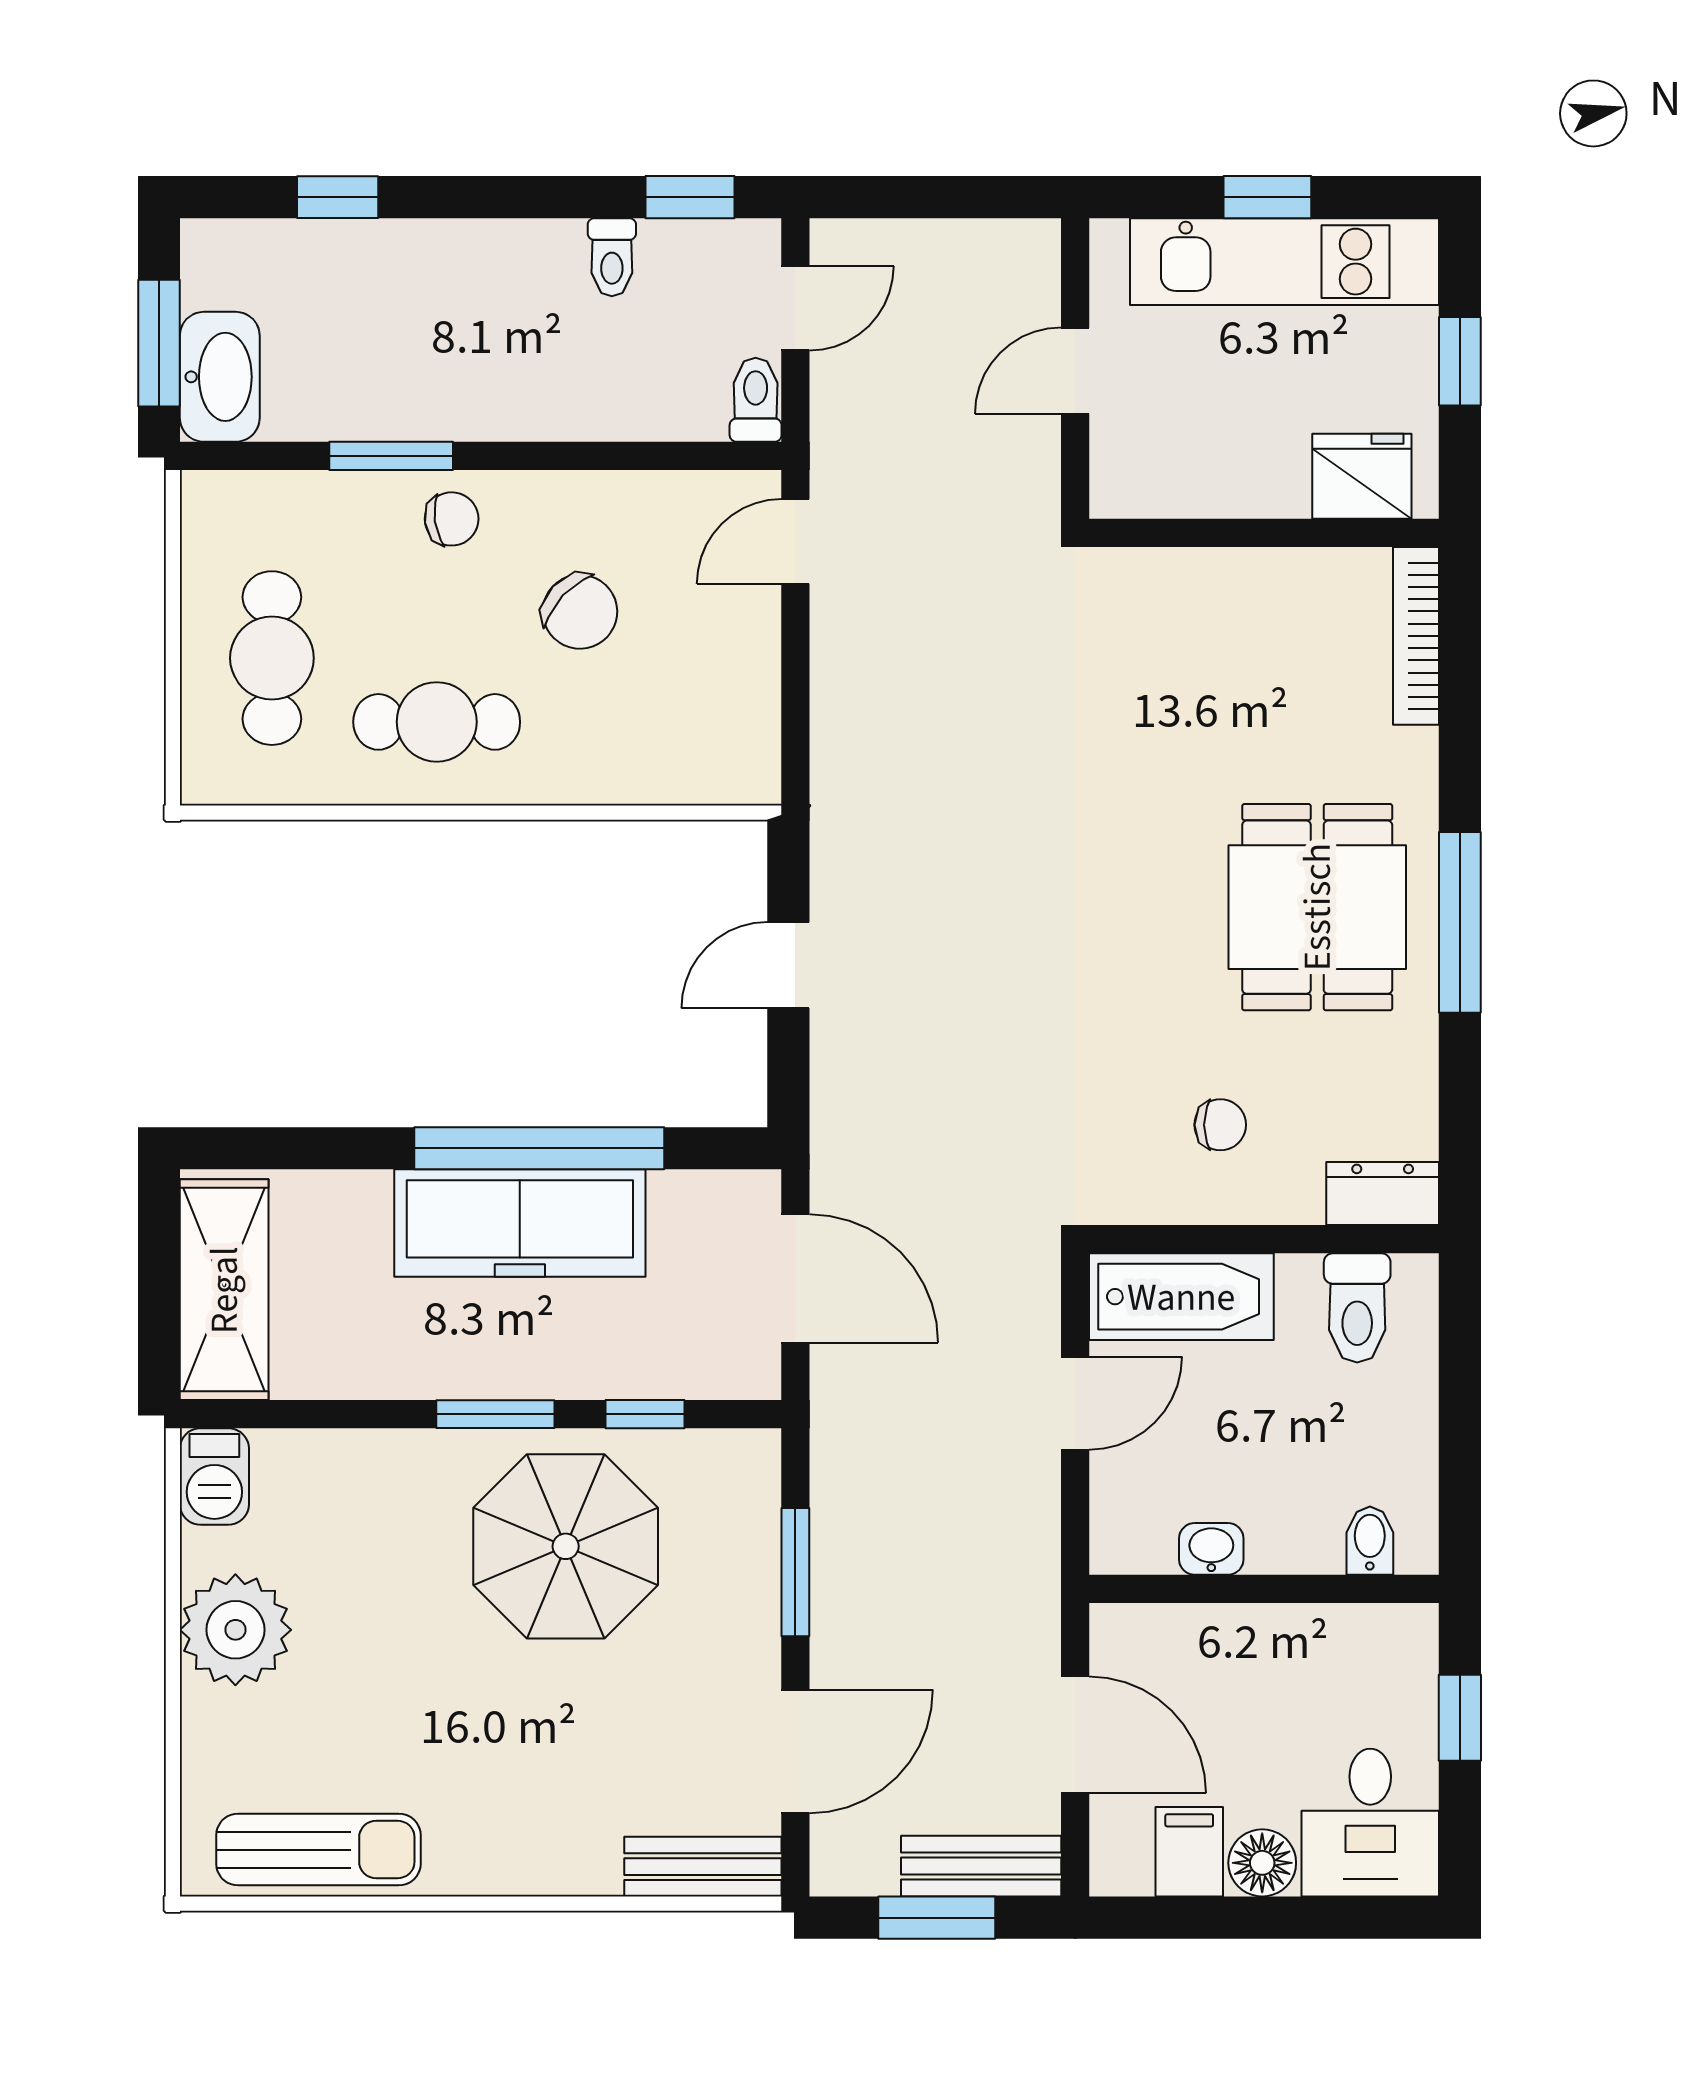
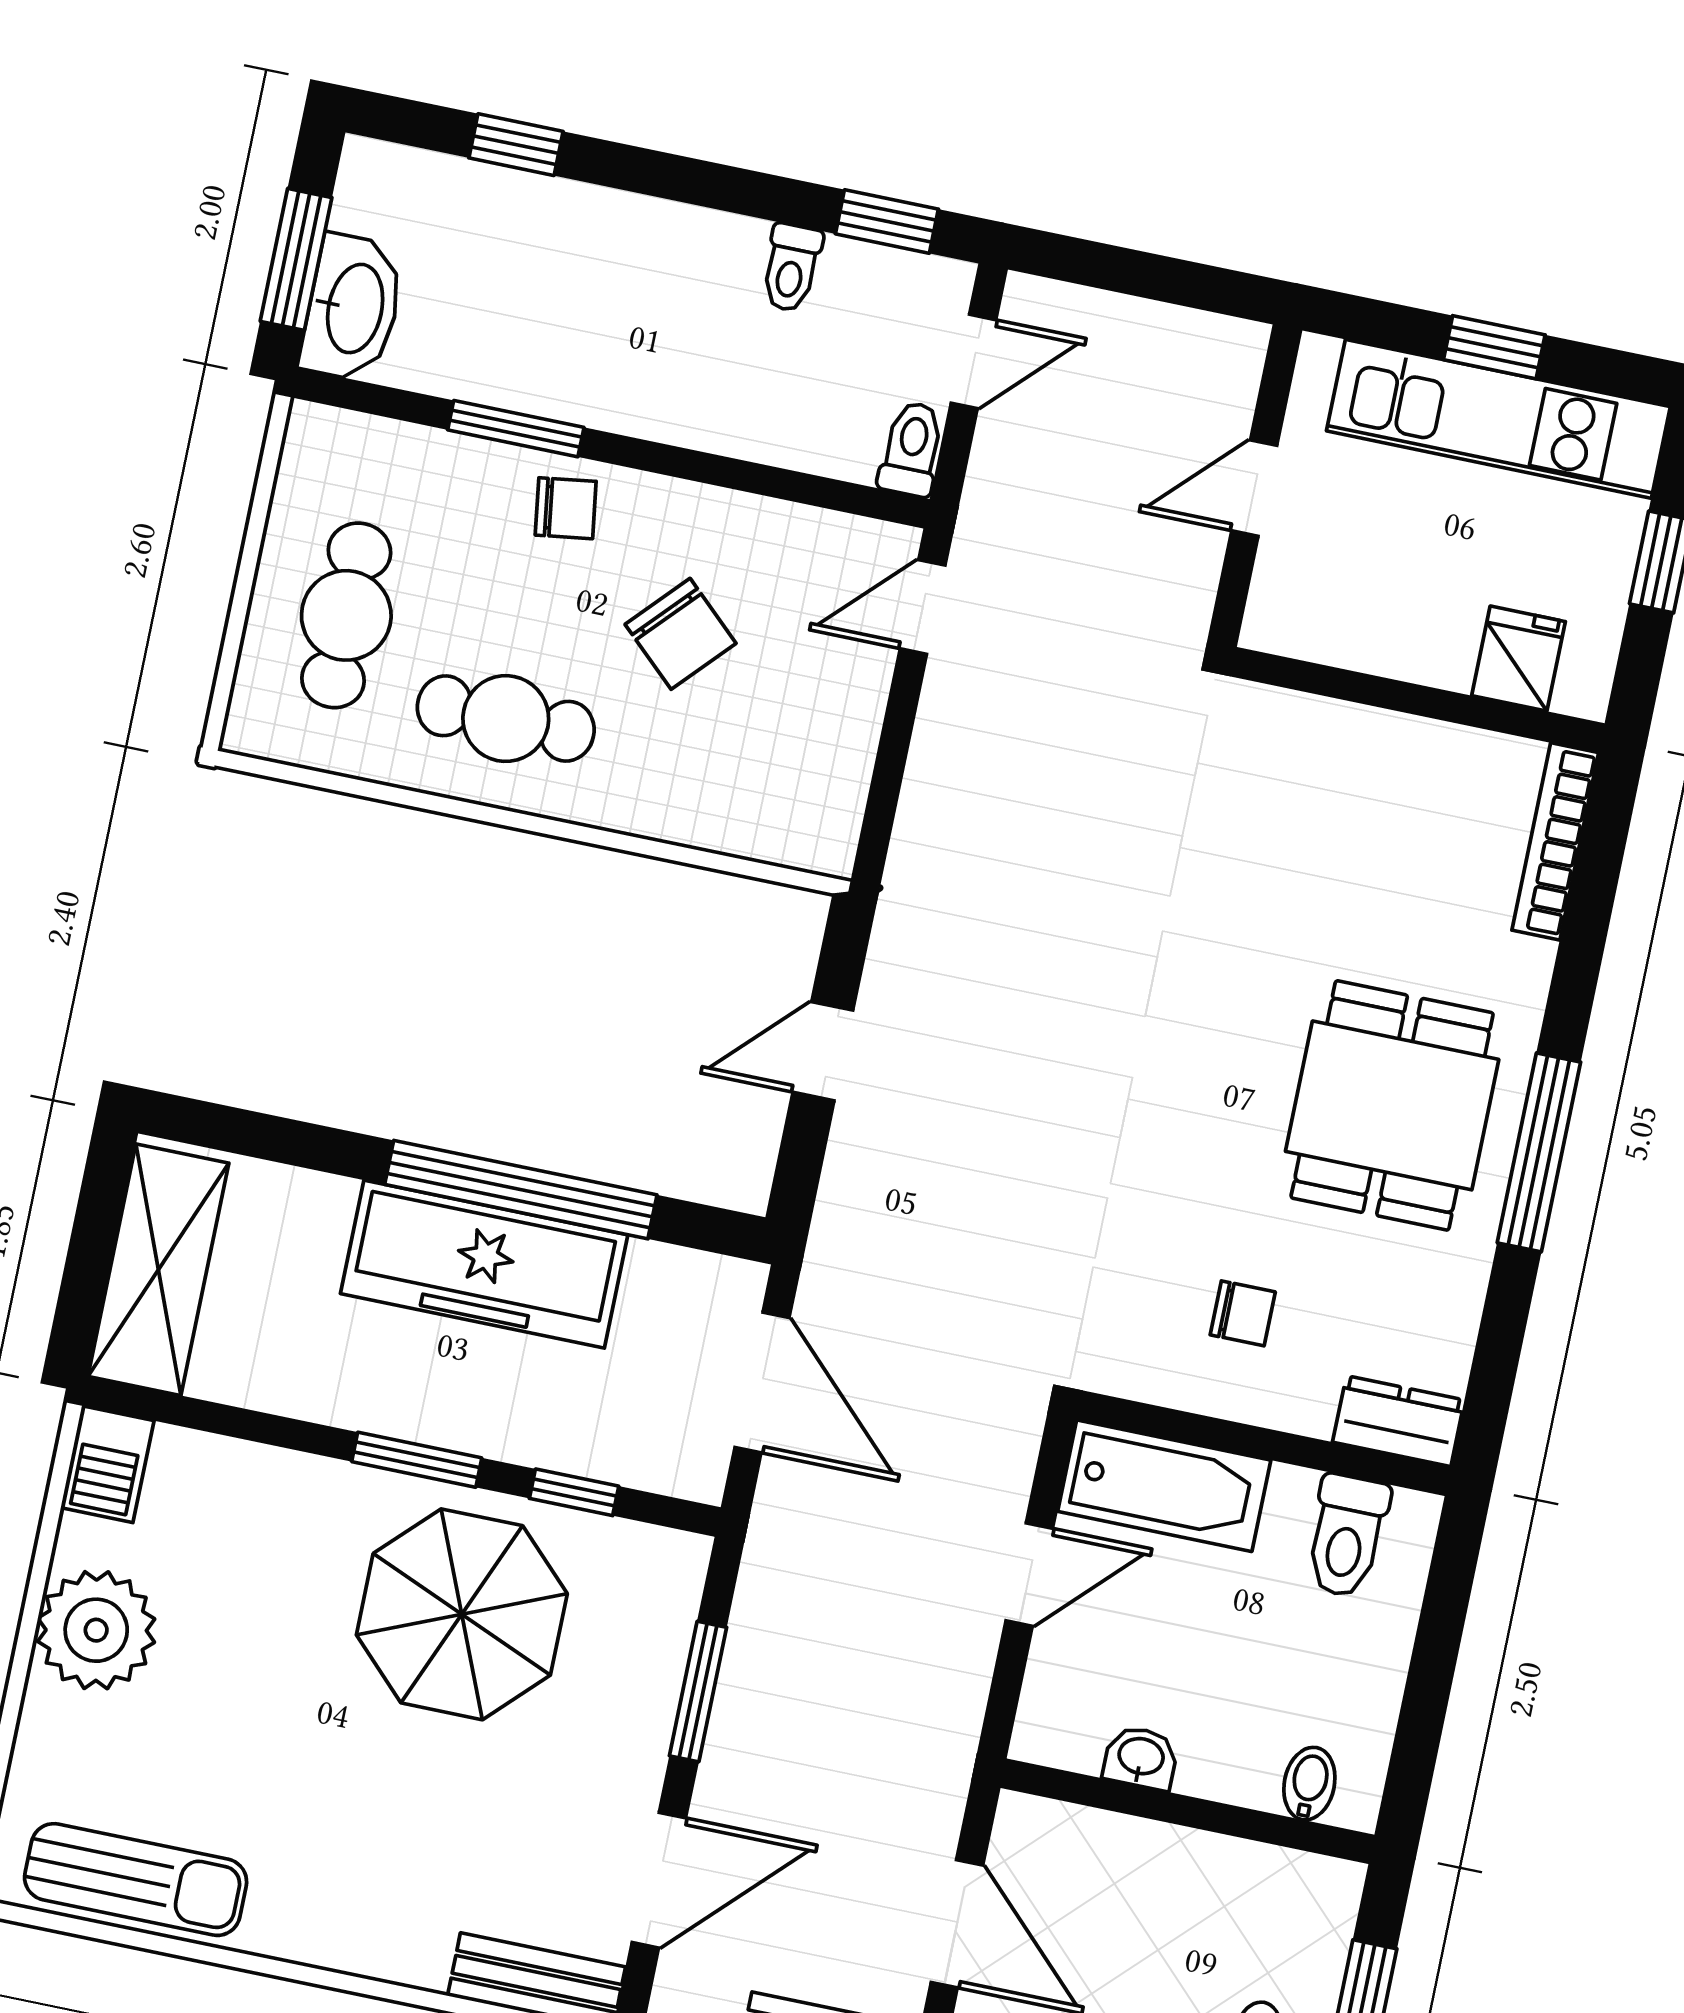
fridge: (1362, 476) -> (1519, 659), width x0.72

